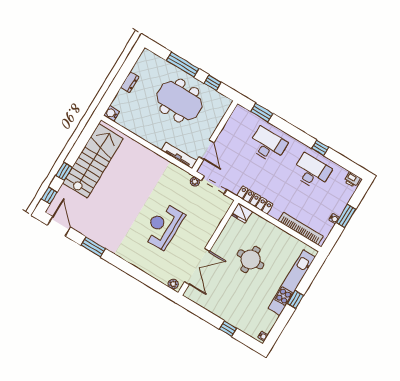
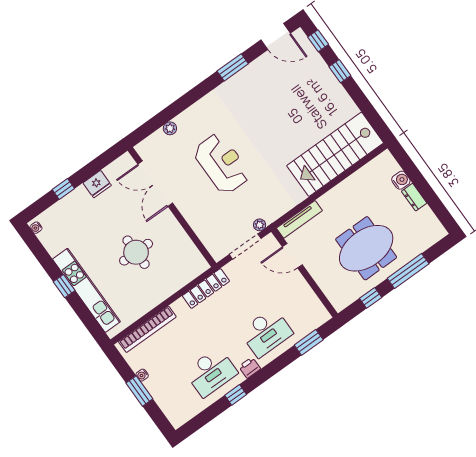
water cooler: (112, 113) -> (401, 180), moved
stairs: (93, 161) -> (335, 154), moved, turned 90
printer: (352, 179) -> (250, 368), moved
fridge: (242, 213) -> (97, 184), moved, turned 180
plant: (173, 284) -> (170, 128), moved

